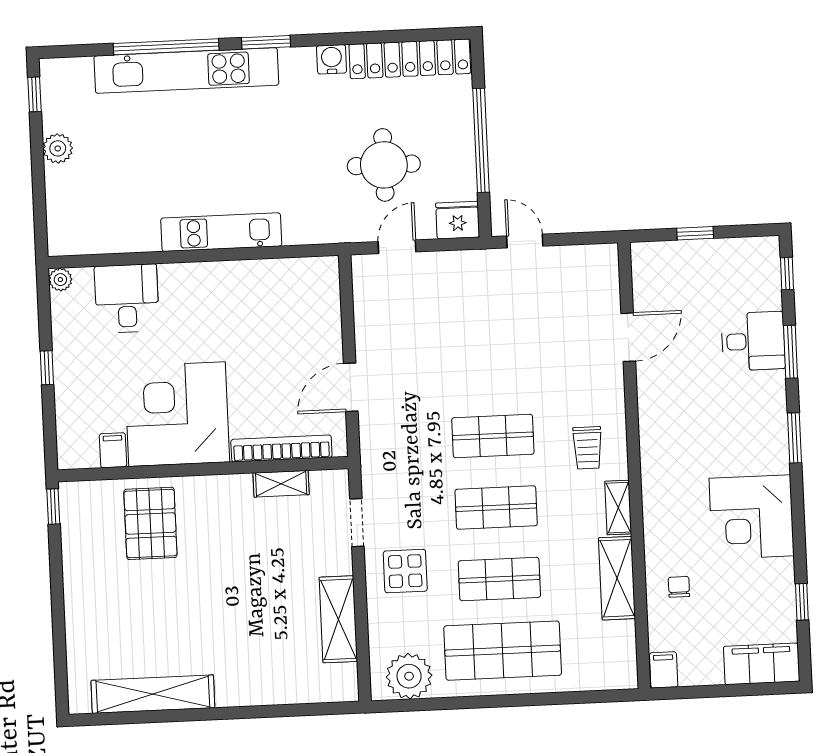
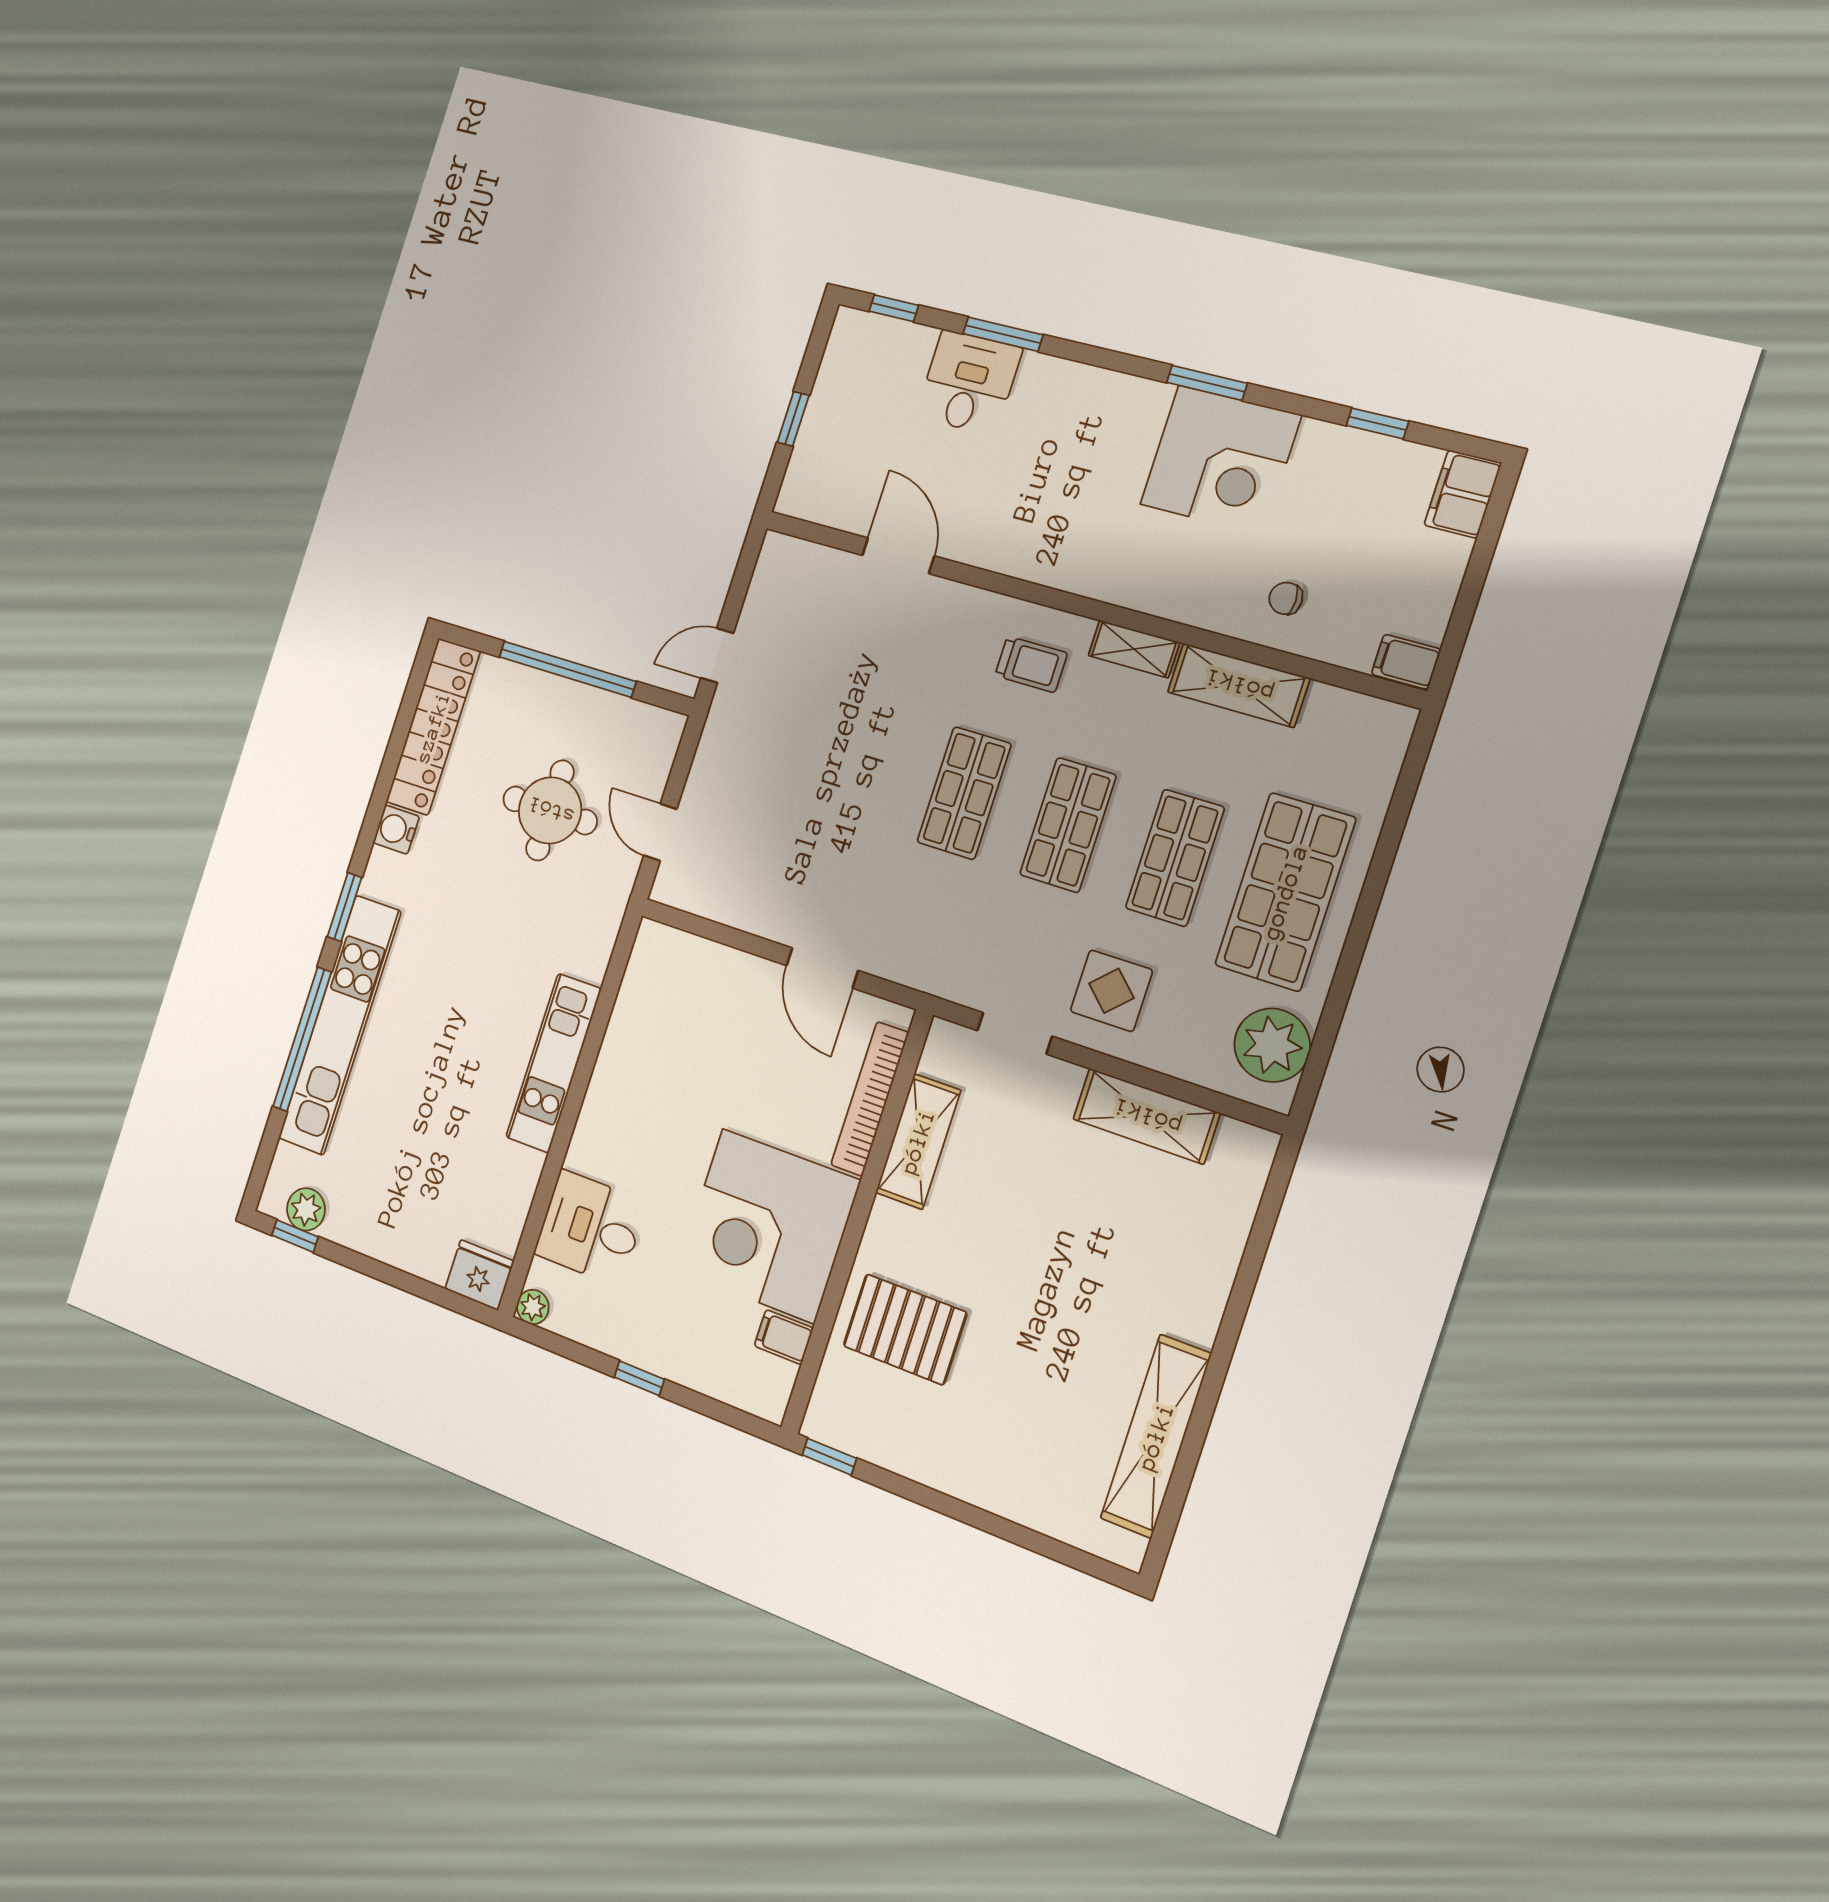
plant: (58, 148) -> (306, 1209), moved
fridge: (458, 220) -> (479, 1275), moved, turned 90
window: (794, 438) -> (1207, 383), moved
shelving: (281, 484) -> (918, 1141), width x1.50, depth x1.33
filing cabinet: (762, 664) -> (1463, 494), width x0.67, depth x0.86

